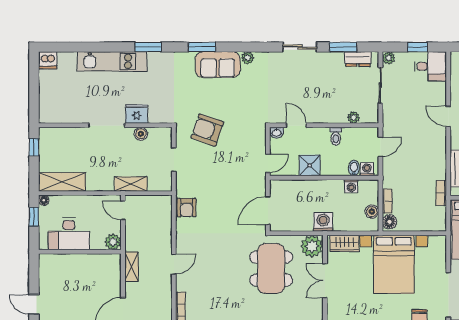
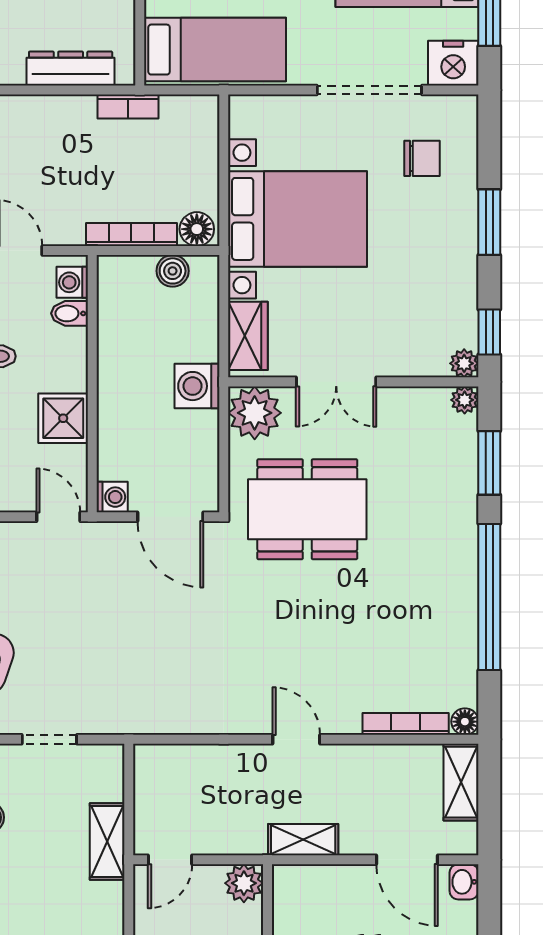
washing machine: (351, 186) -> (112, 497), moved
bookcase: (387, 201) -> (131, 235), width x1.56
armchair: (186, 208) -> (163, 709), removed

